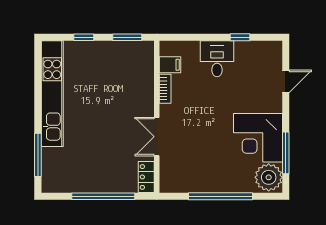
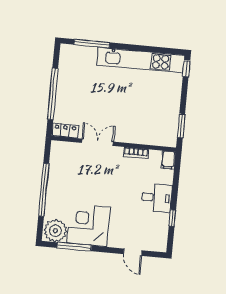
window: (84, 37) -> (186, 69), moved
filing cabinet: (170, 65) -> (168, 160), moved

